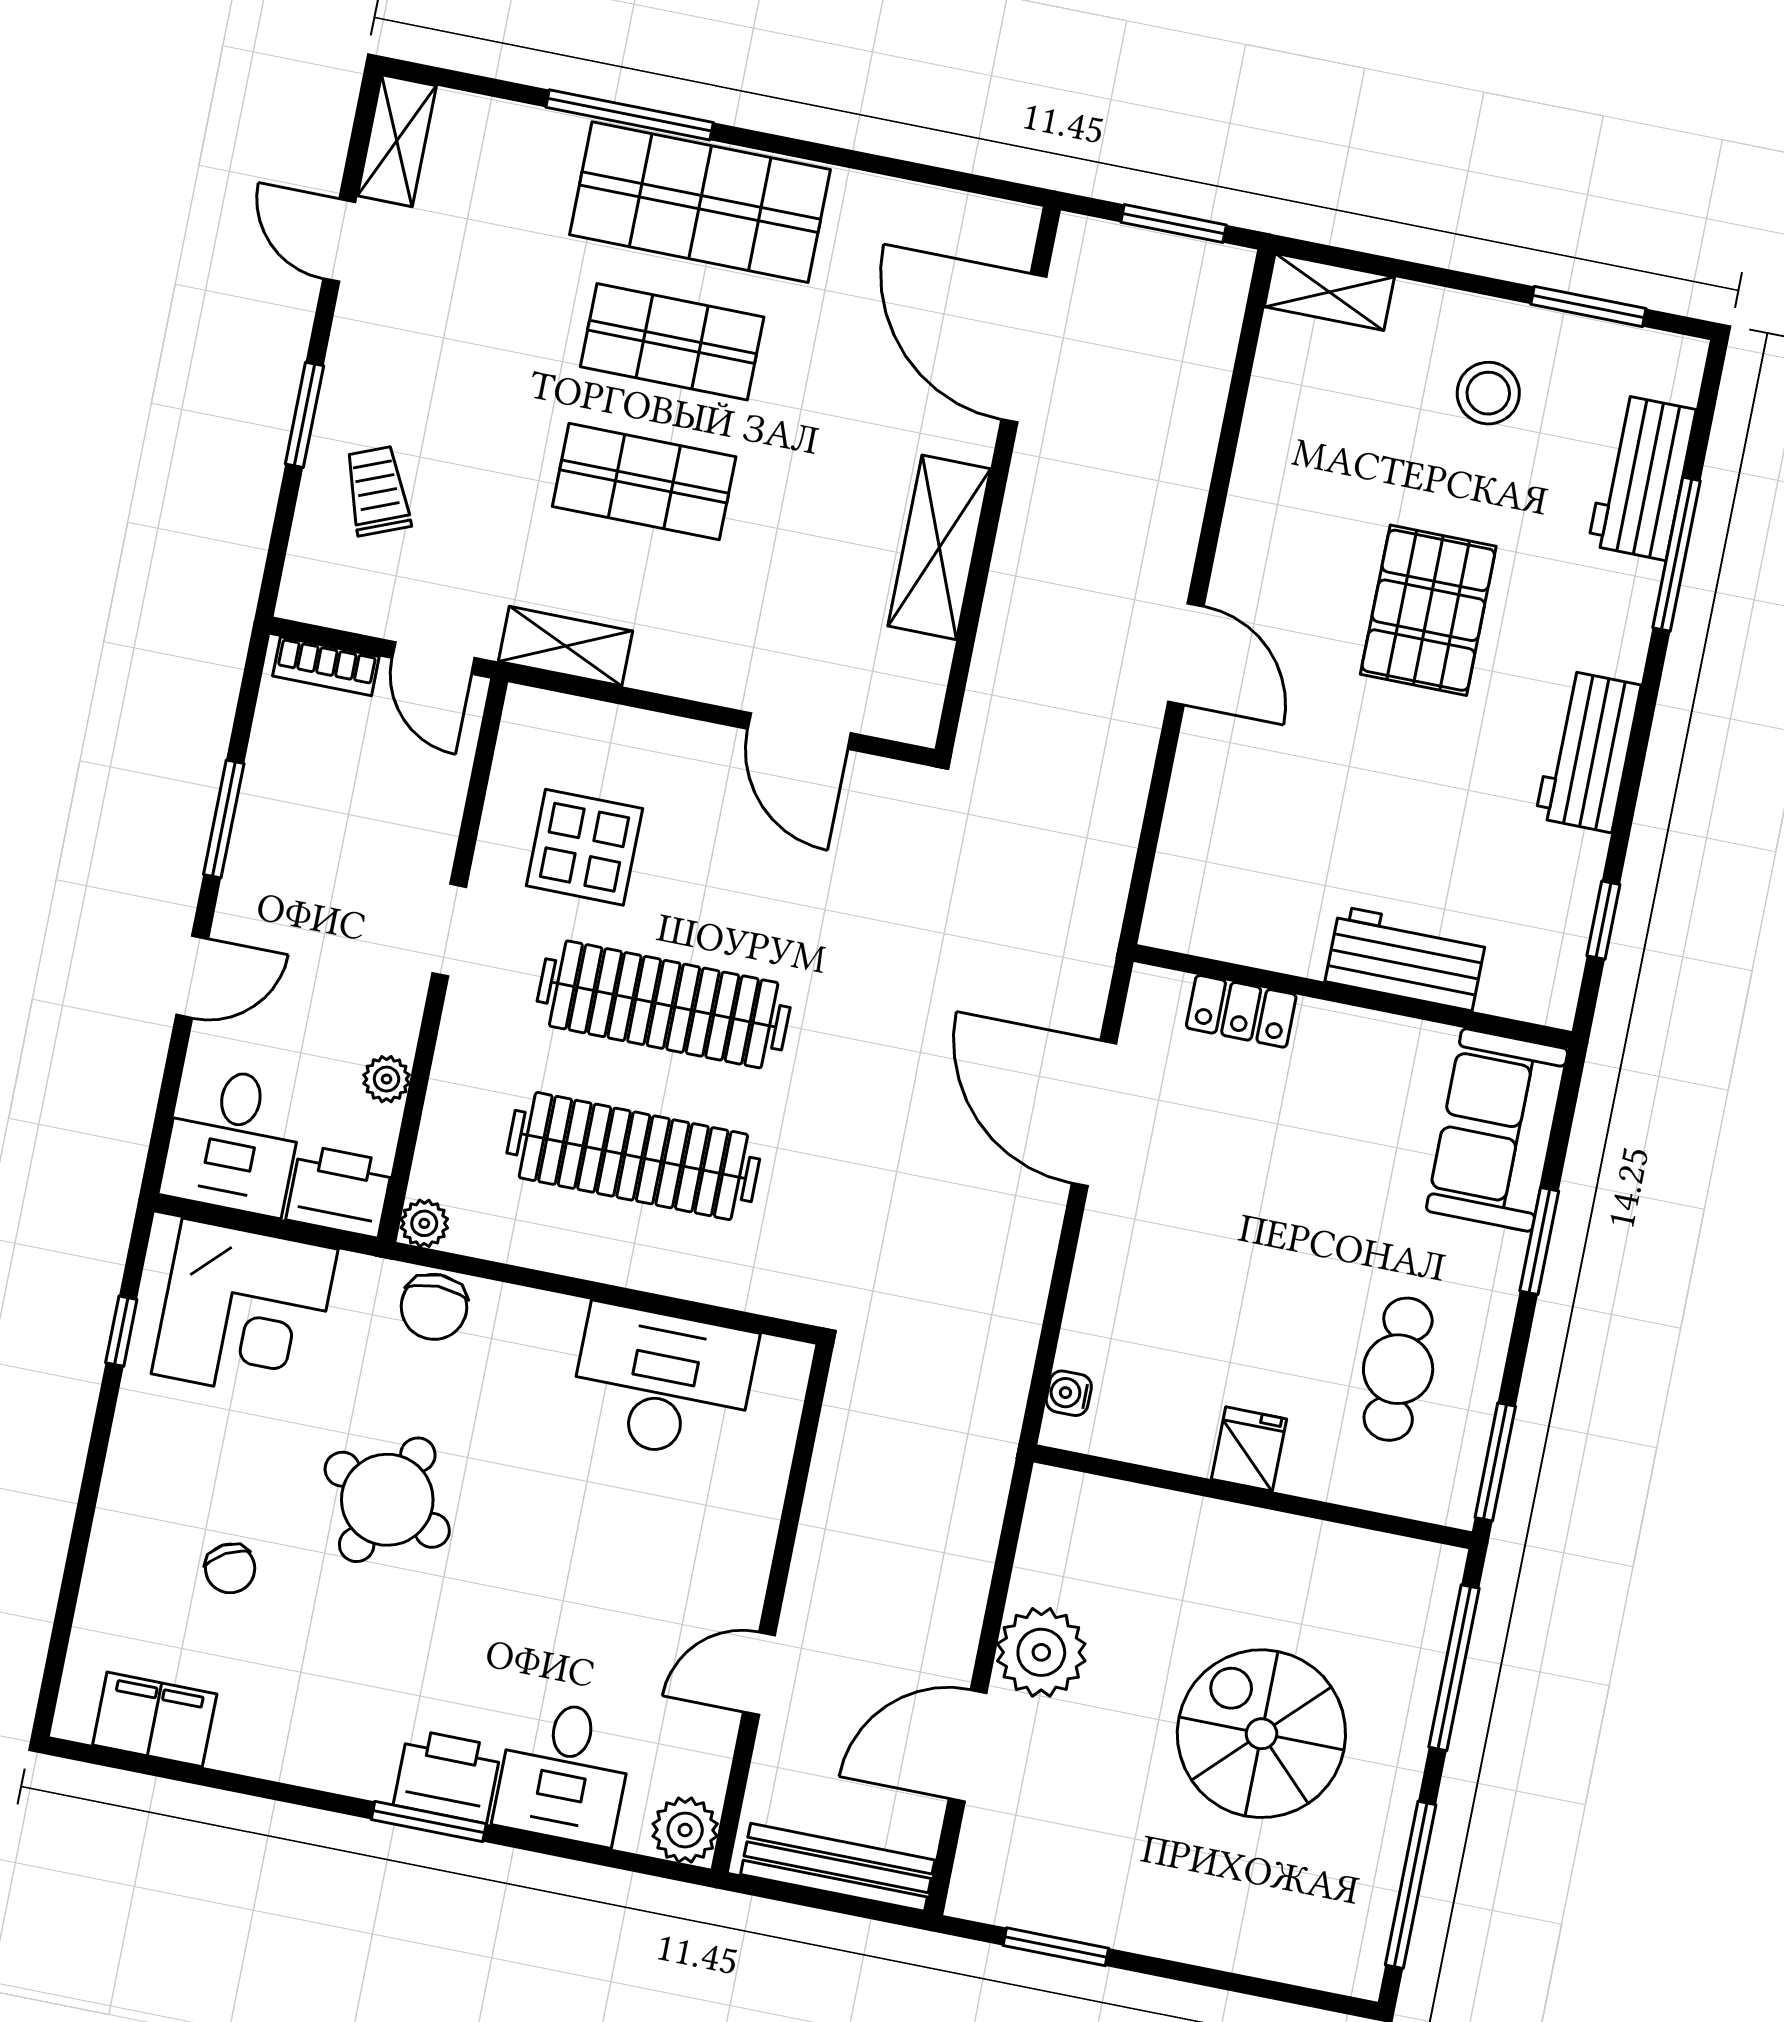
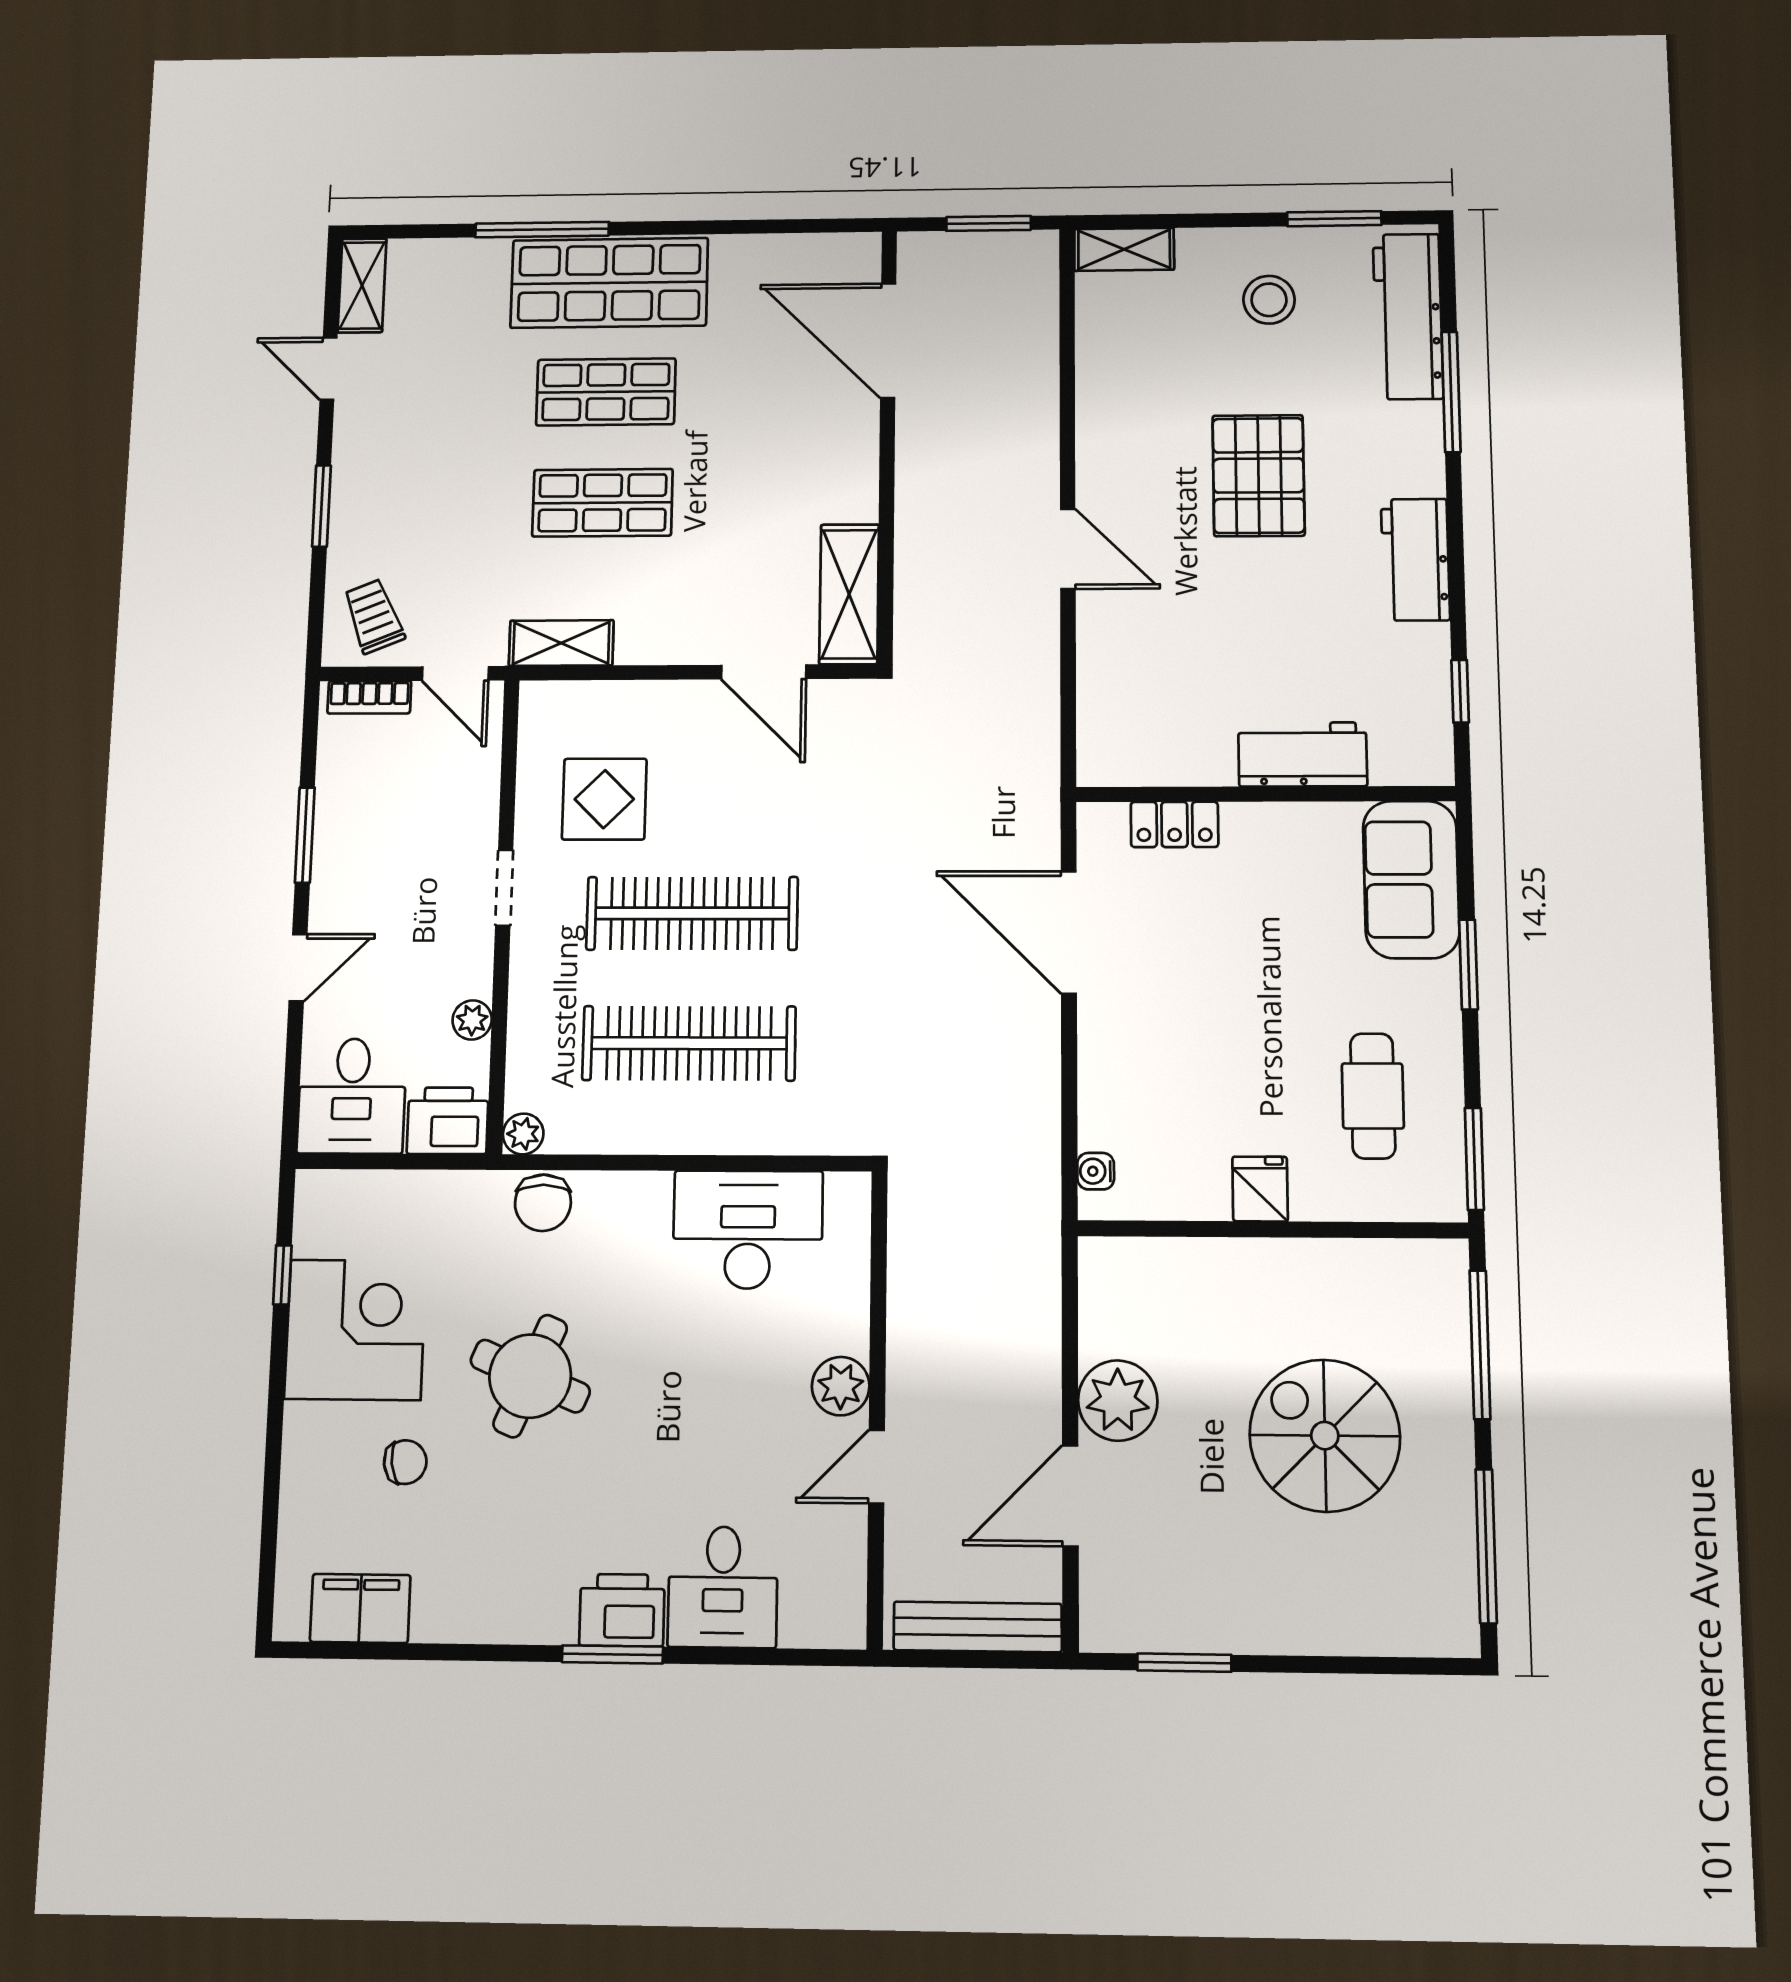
workbench: (1642, 477) -> (1408, 316), width x1.38
trolley: (377, 491) -> (374, 616), moved
shelving: (939, 547) -> (849, 594), moved
corner desk: (245, 1311) -> (355, 1330), moved, turned -90
chair: (230, 1568) -> (405, 1462), turned -68
plant: (685, 1830) -> (841, 1386), moved

